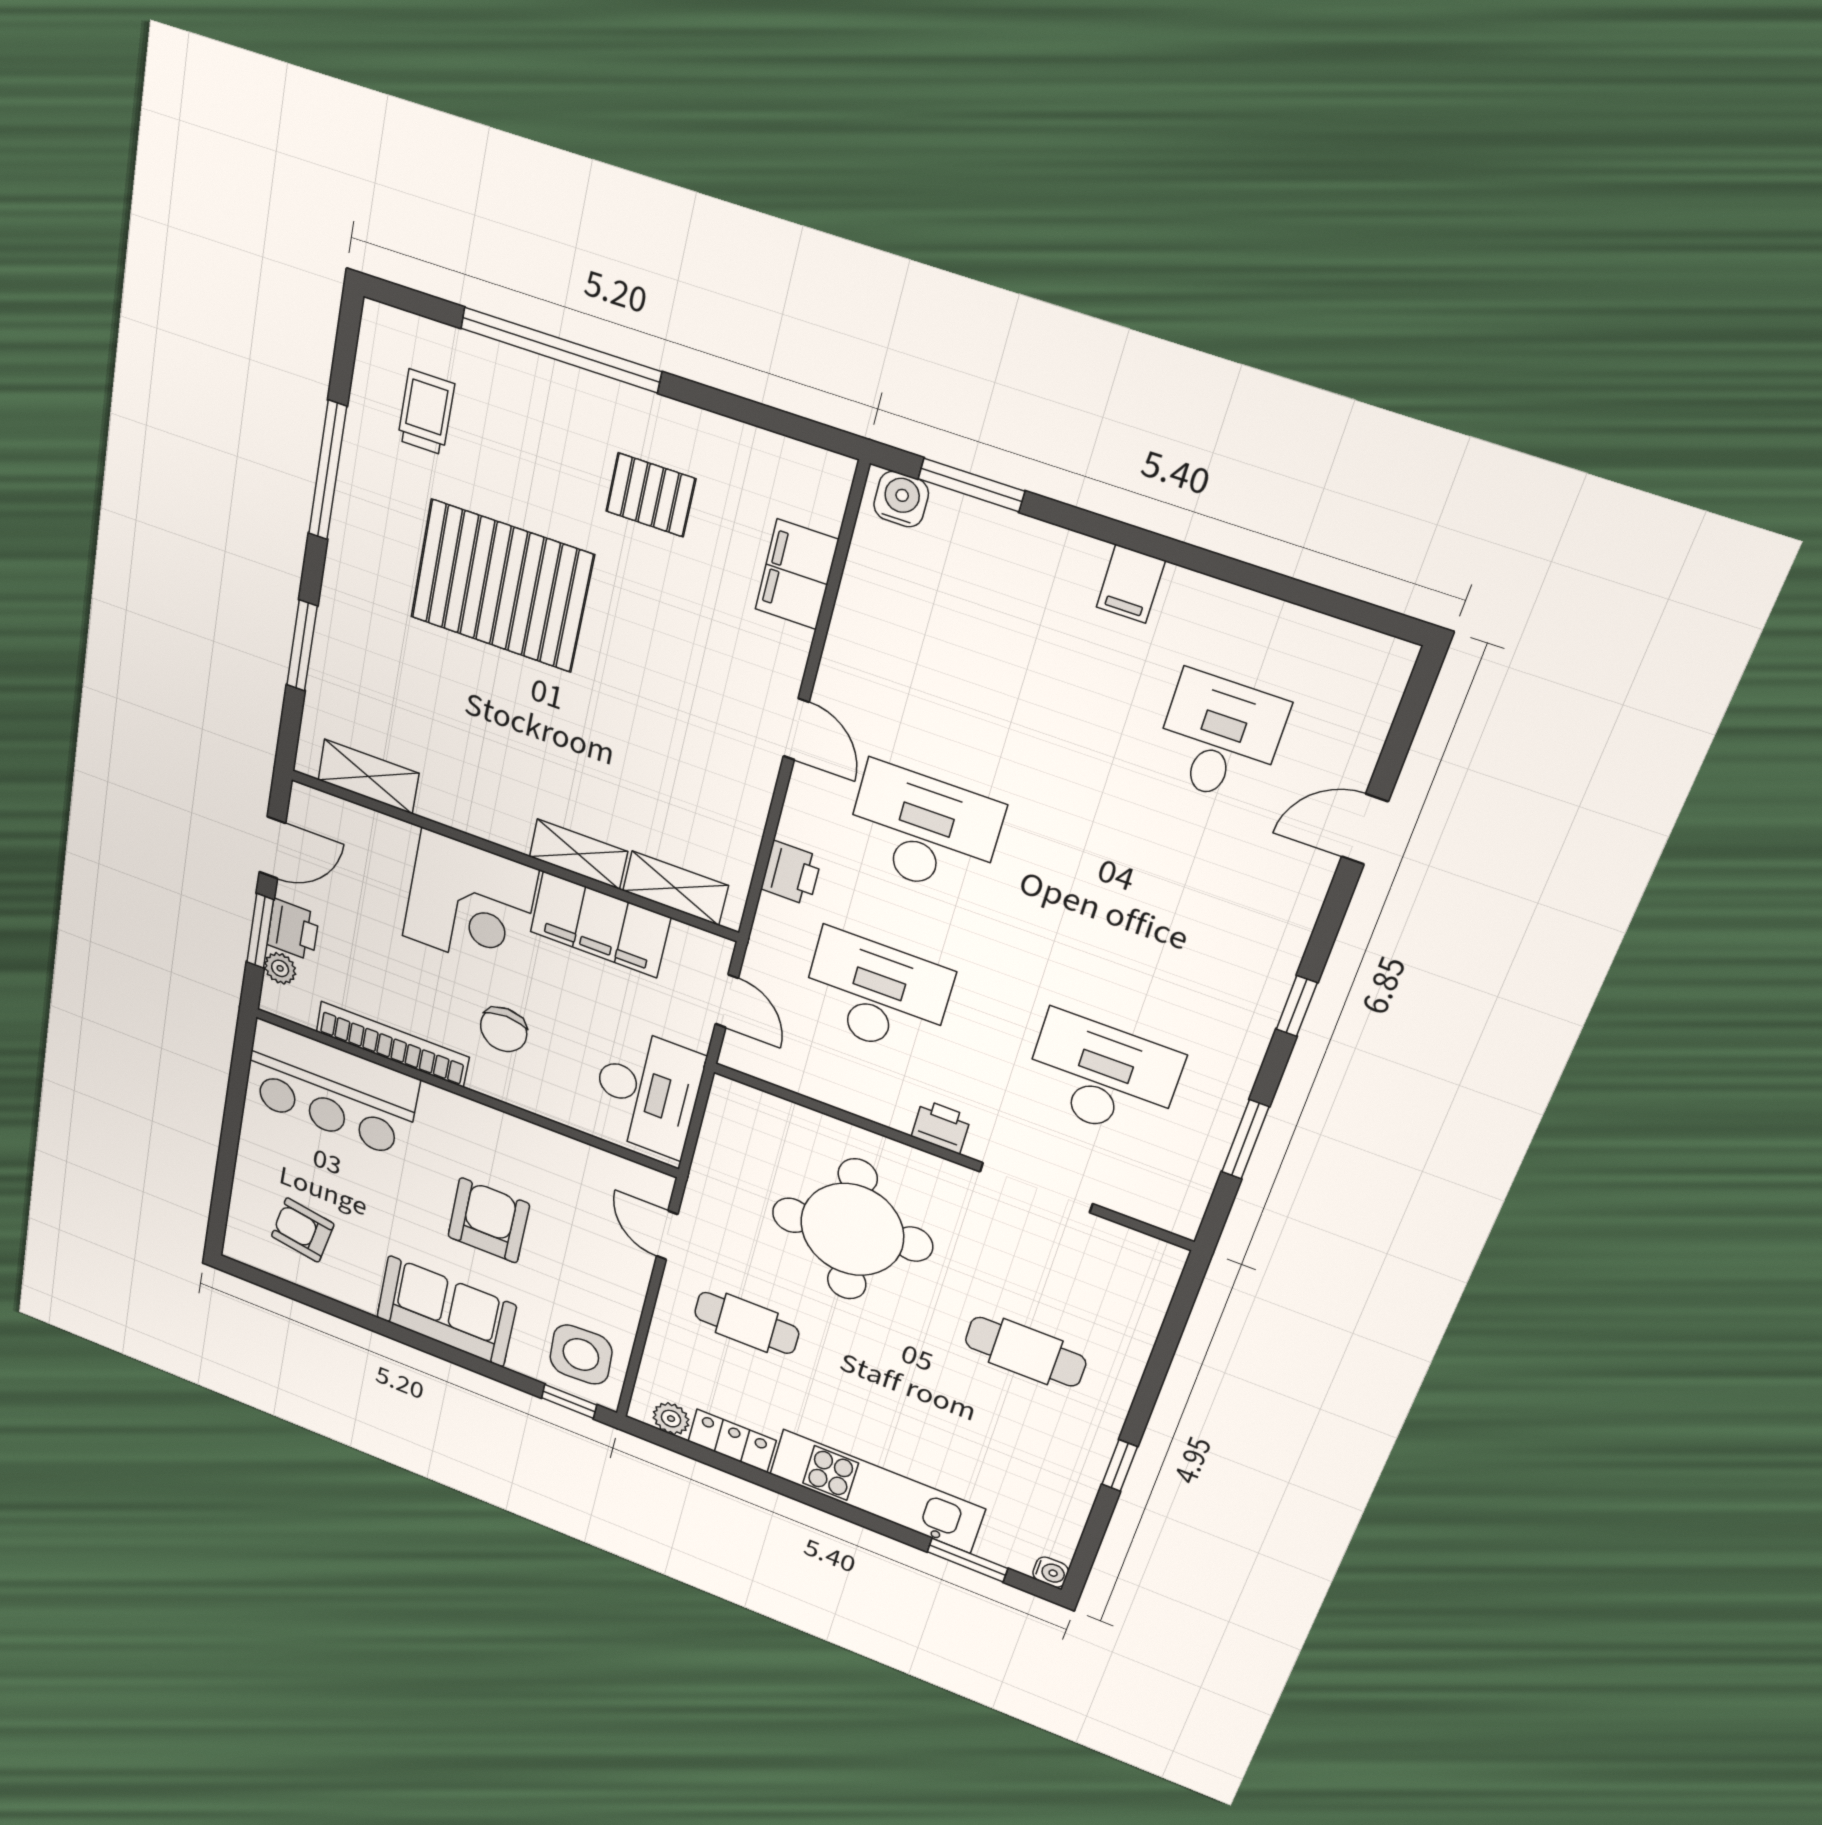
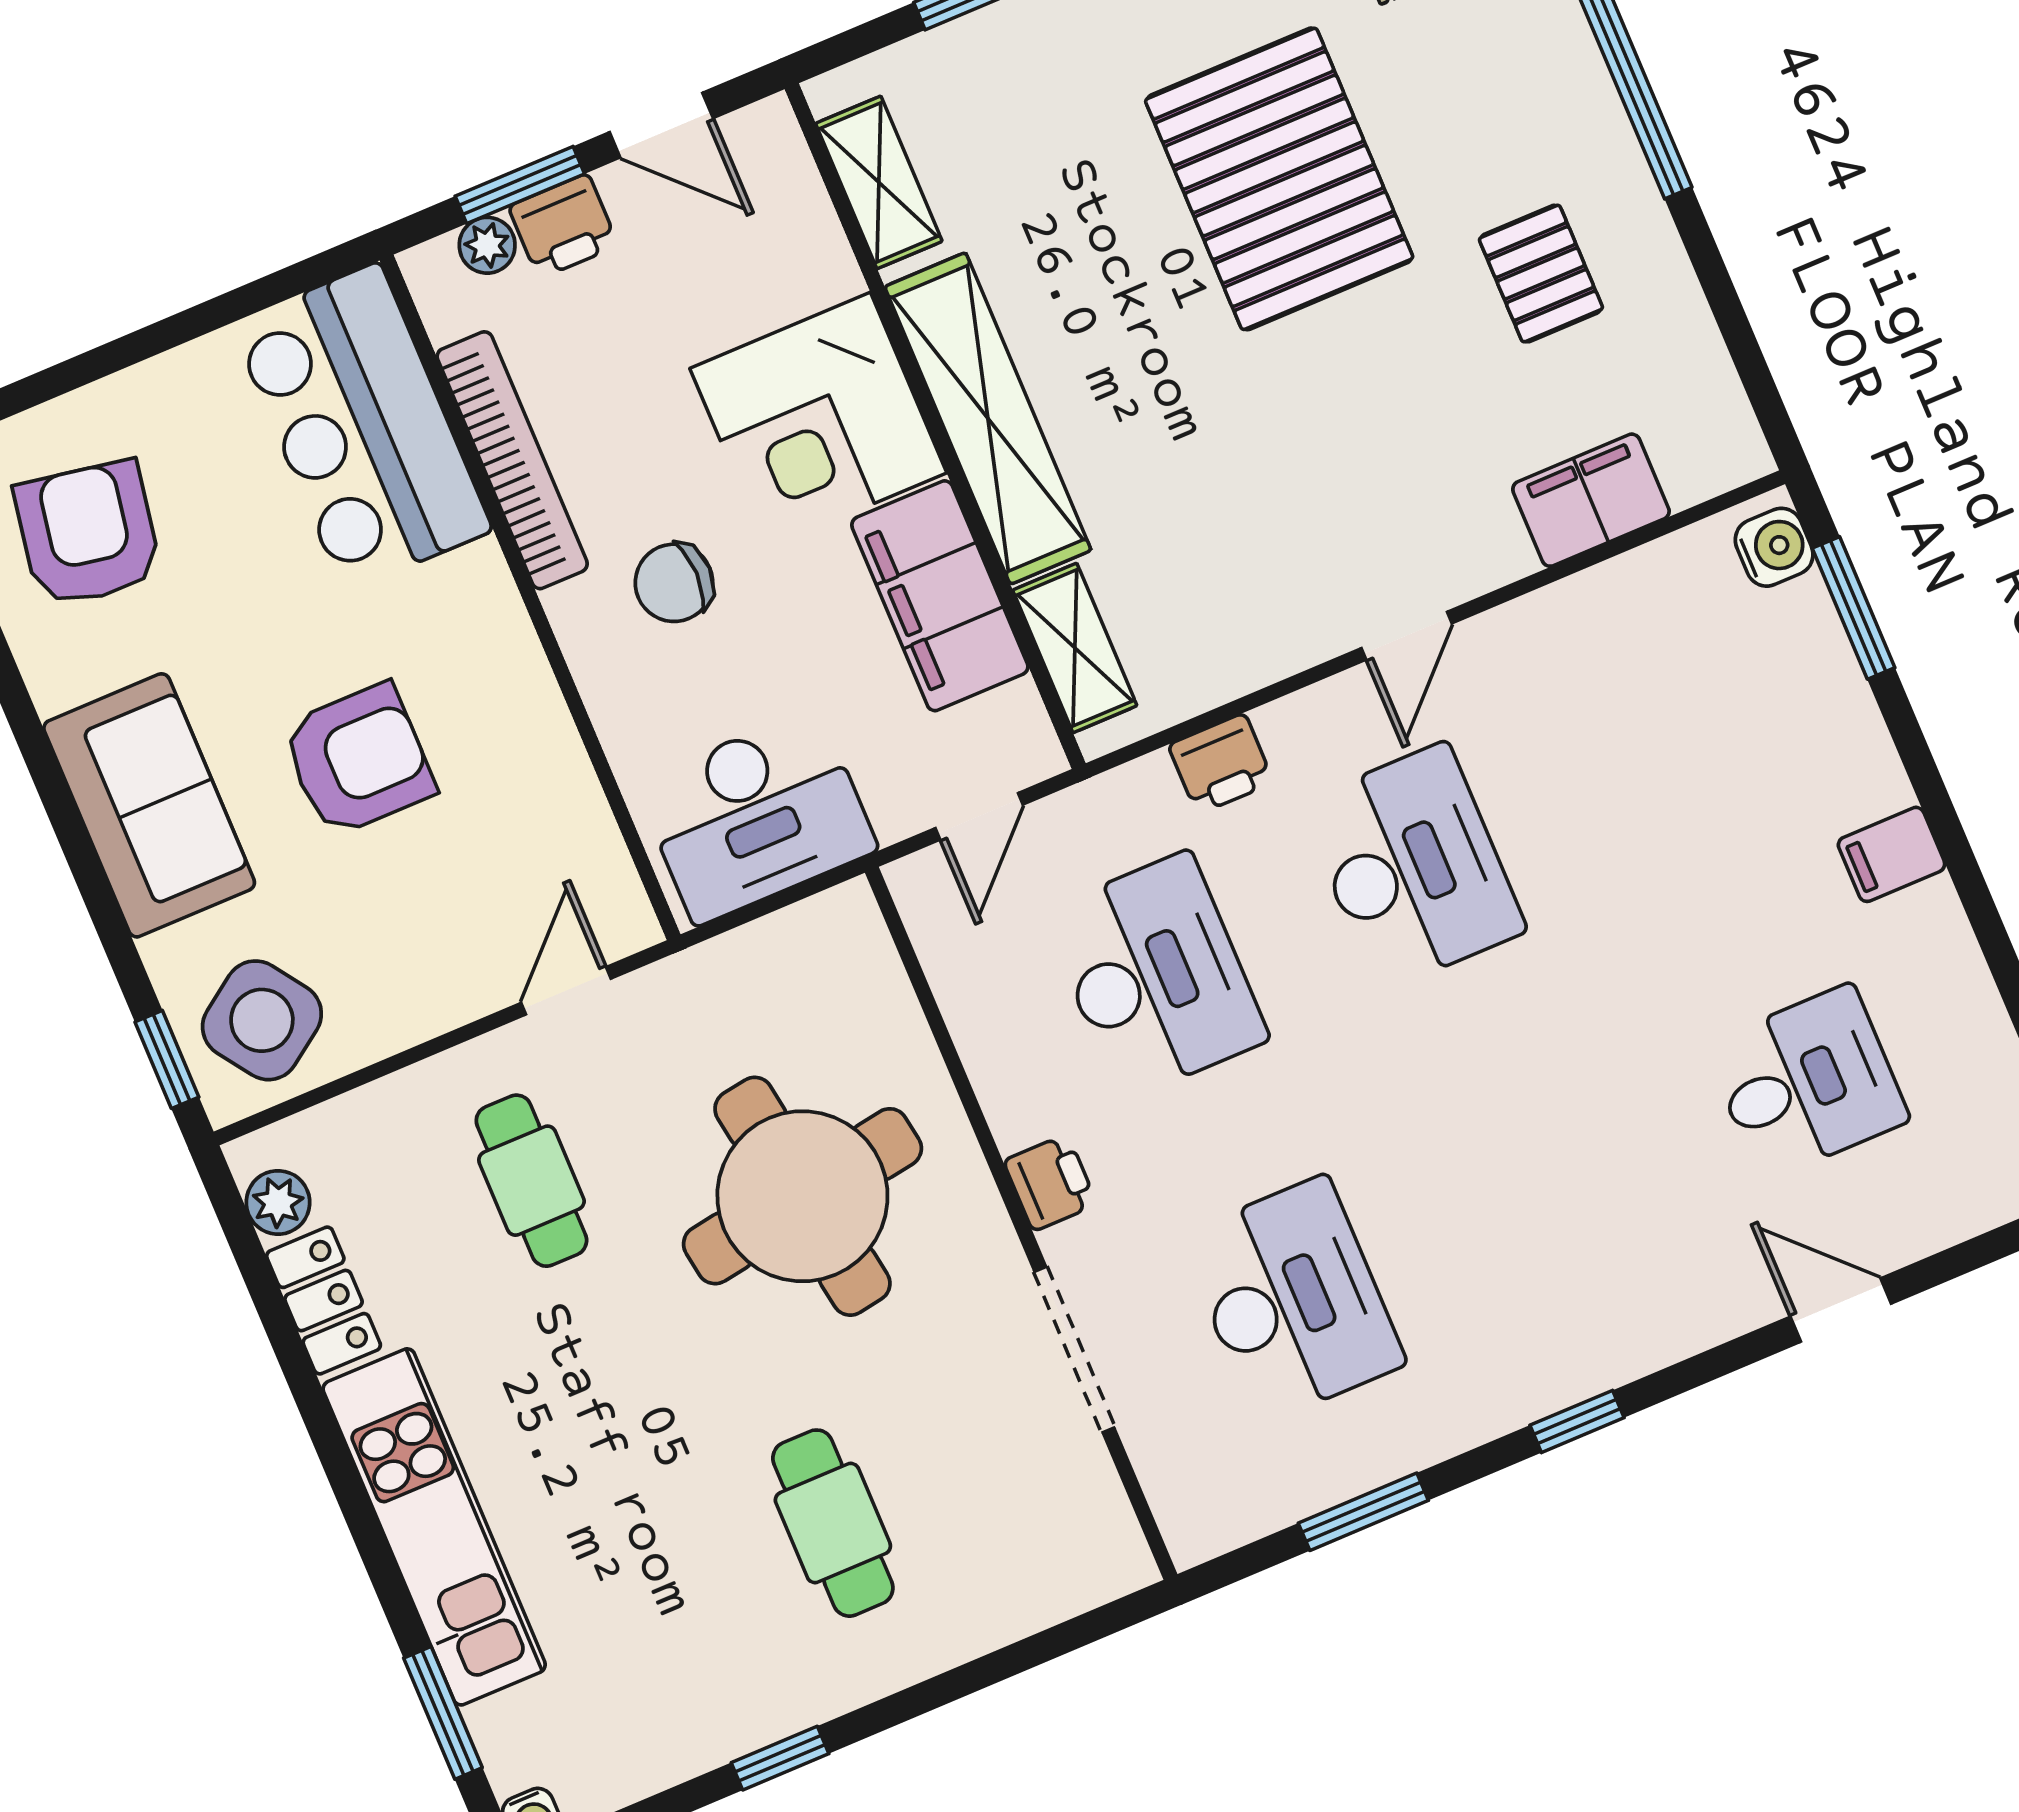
shelving: (578, 854) -> (988, 418), width x2.20, depth x1.33
armchair: (303, 1230) -> (88, 534), width x1.38, depth x1.38
side table: (581, 1355) -> (262, 1020), turned -32

